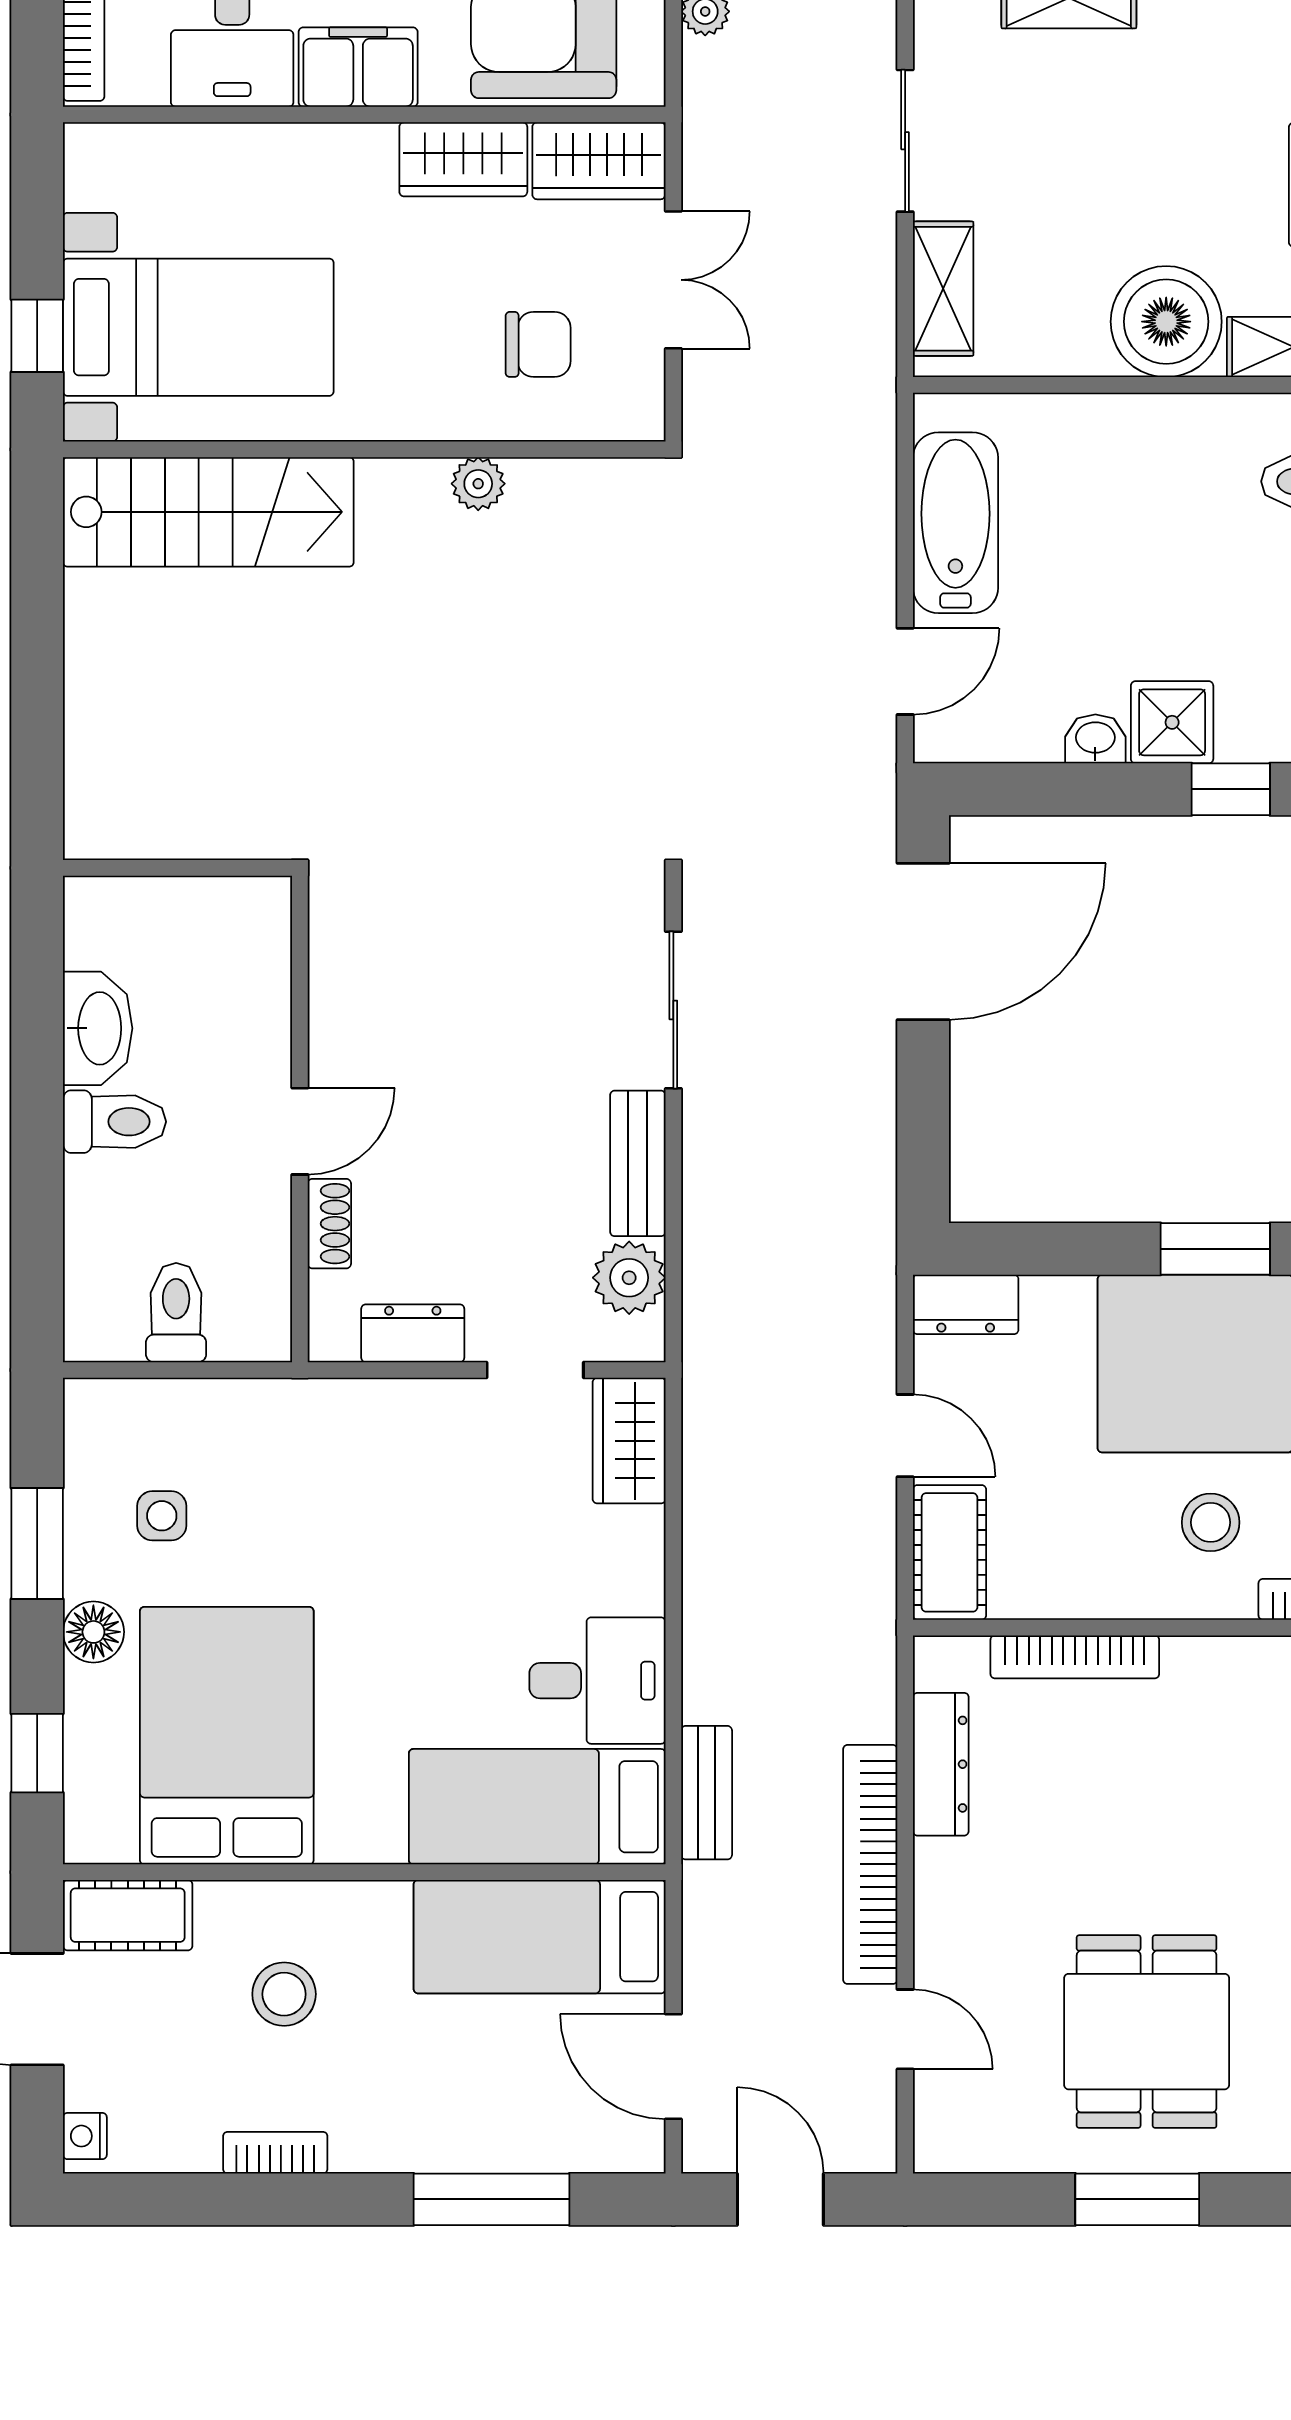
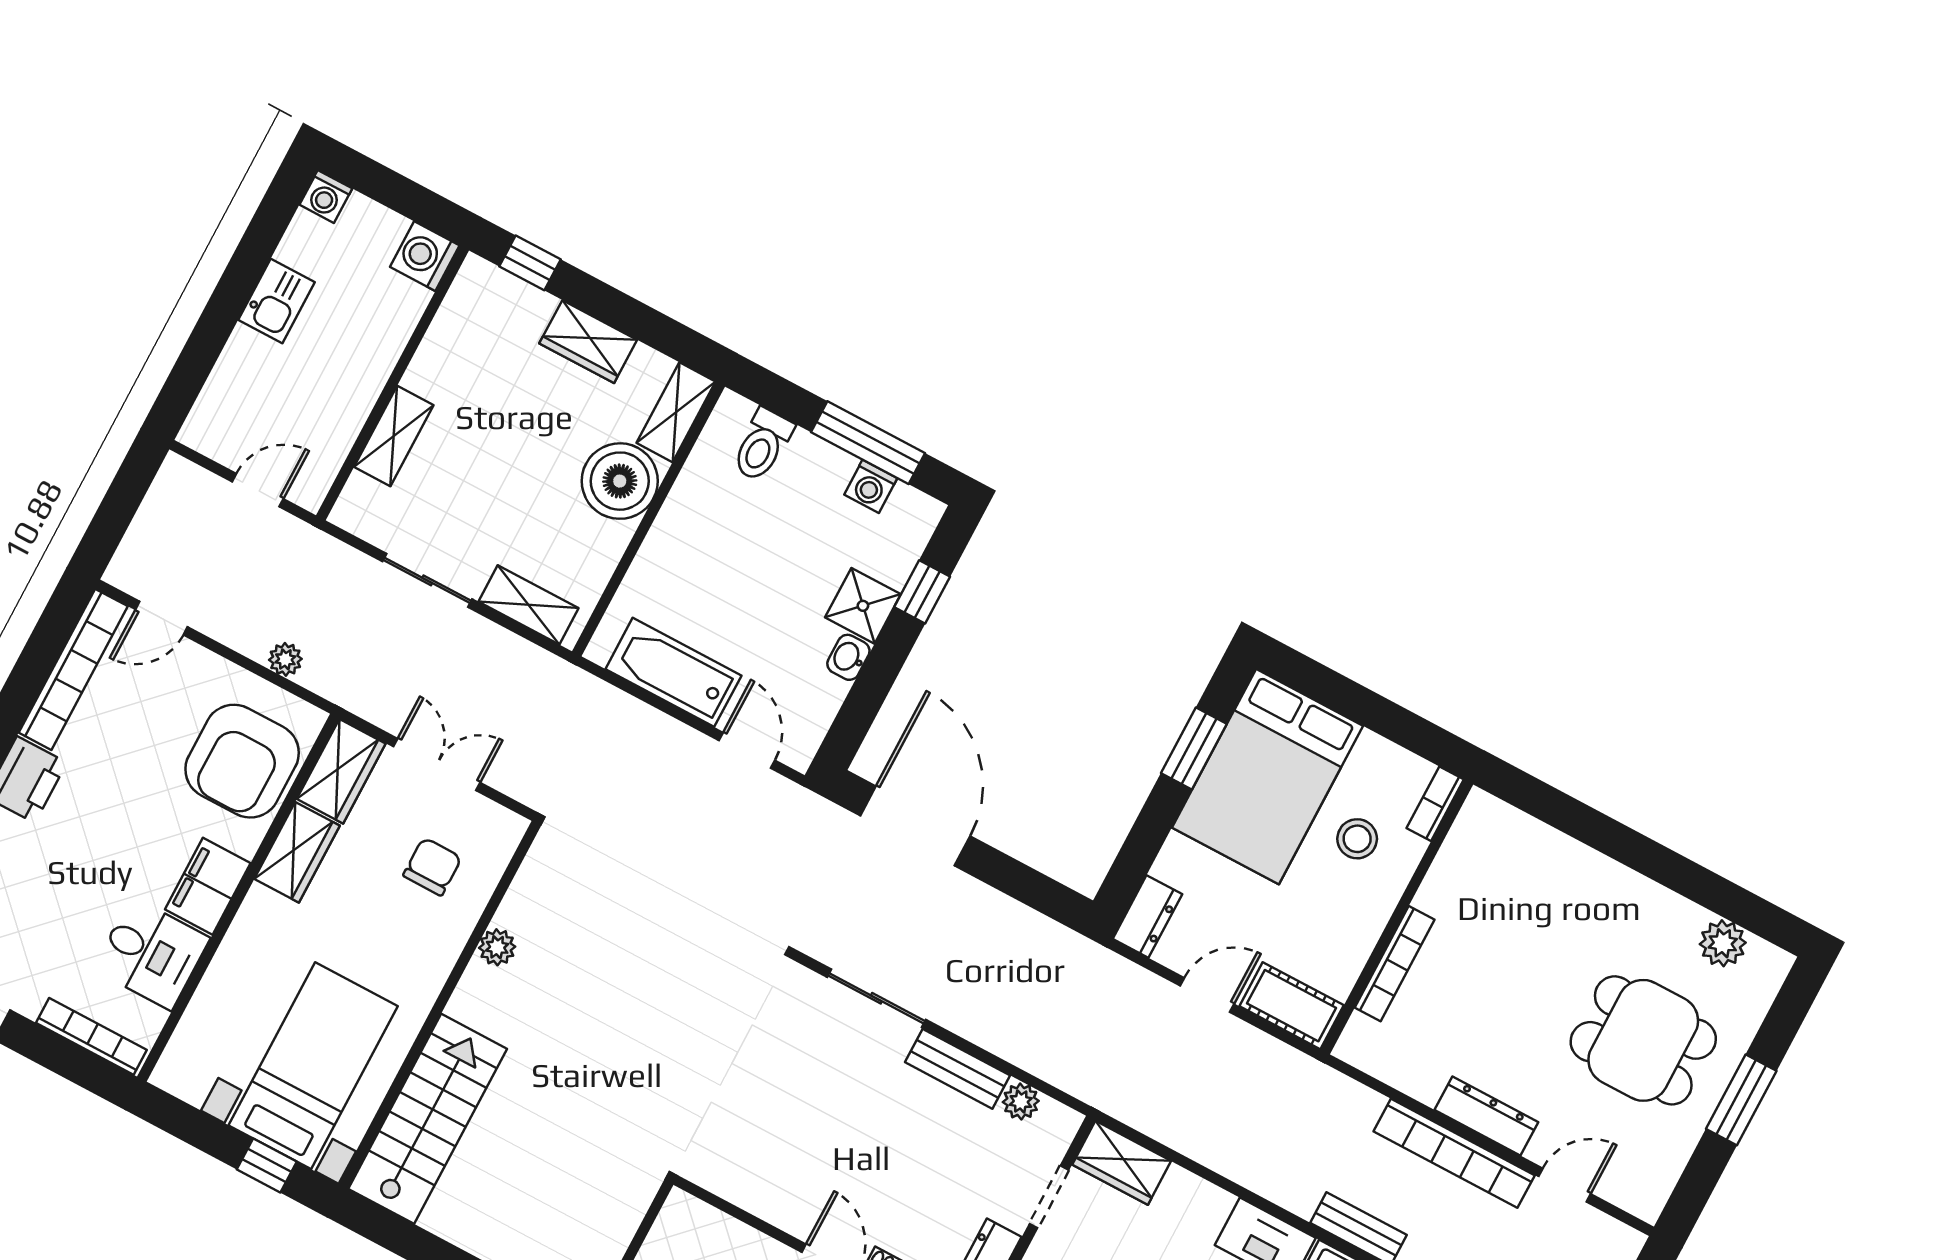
plant: (629, 1278) -> (1021, 1101), width x0.73, depth x0.73
dresser: (941, 1764) -> (1486, 1116), moved

